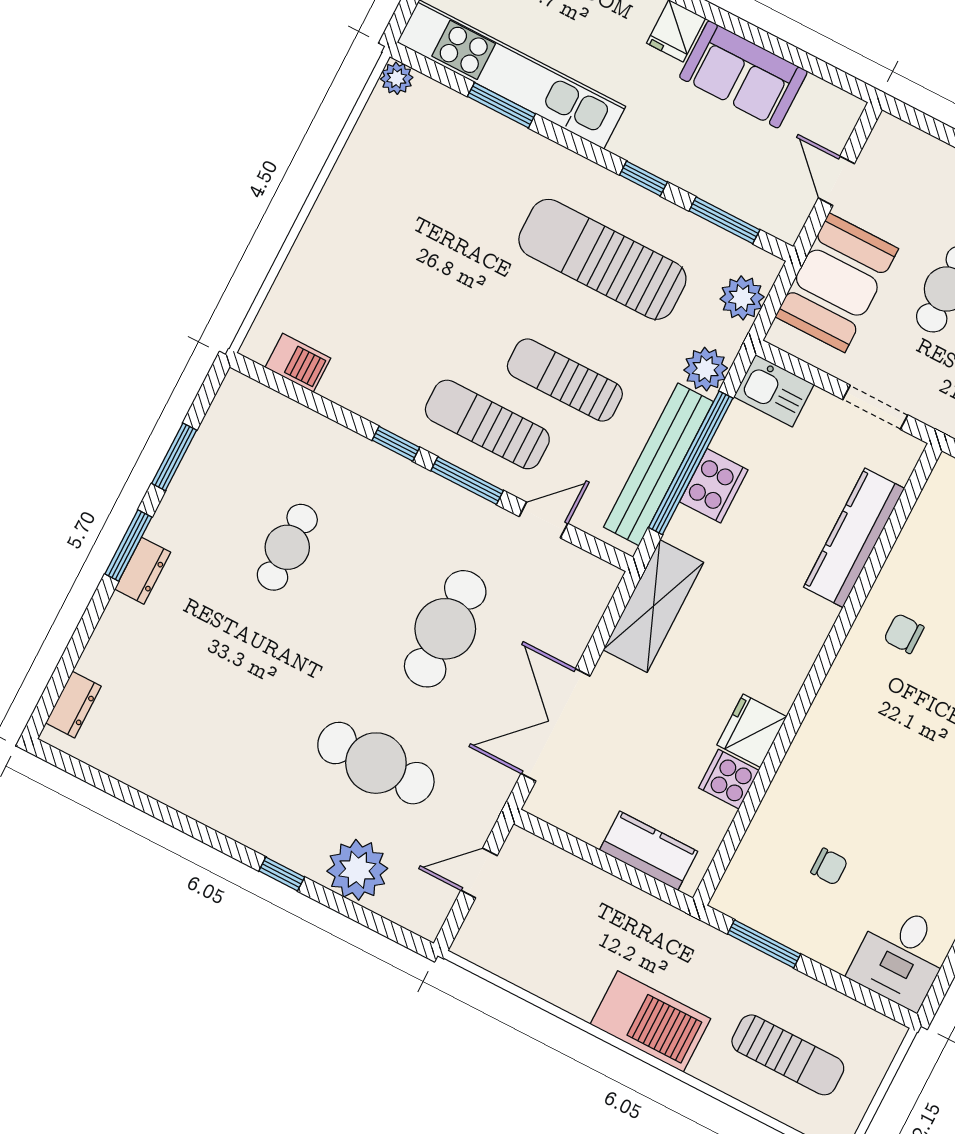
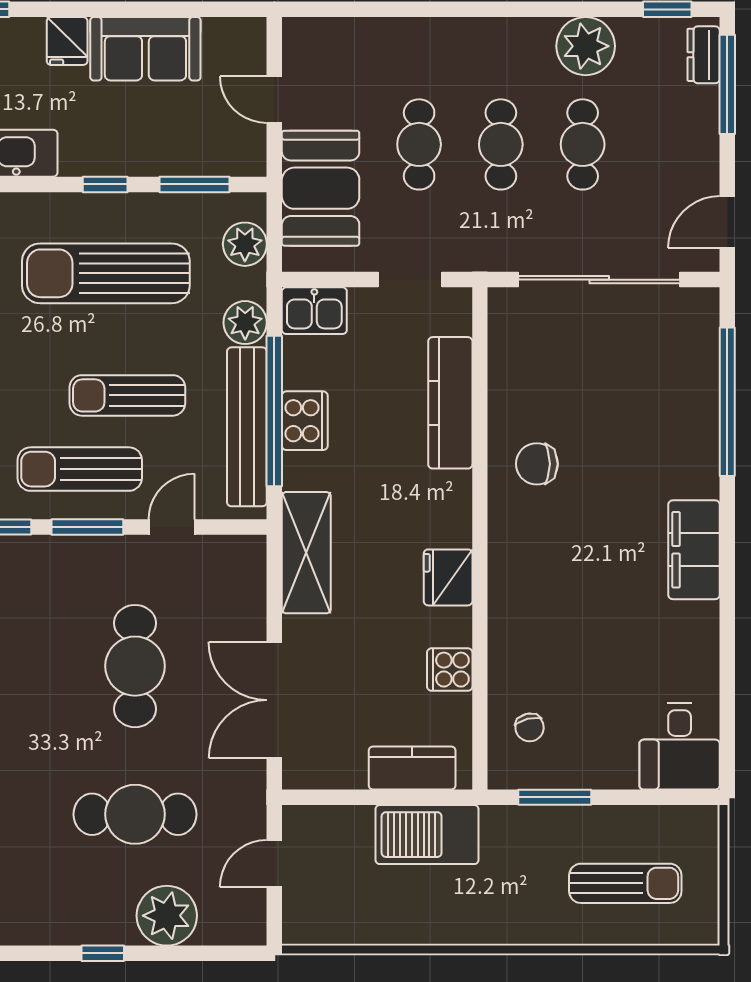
chair: (904, 633) -> (537, 464), width x1.37, depth x1.37
fridge: (752, 731) -> (448, 577), moved
chair: (829, 867) -> (530, 727), moved, turned 76
barbecue: (650, 1022) -> (427, 835), moved, turned 180

